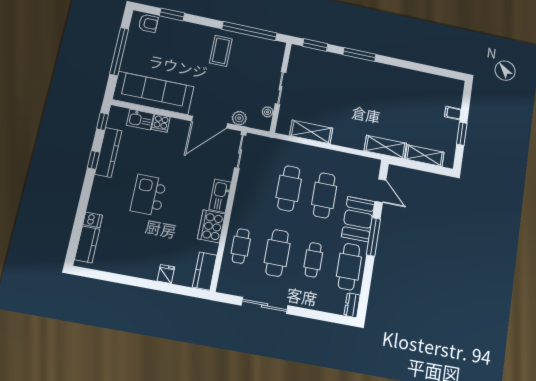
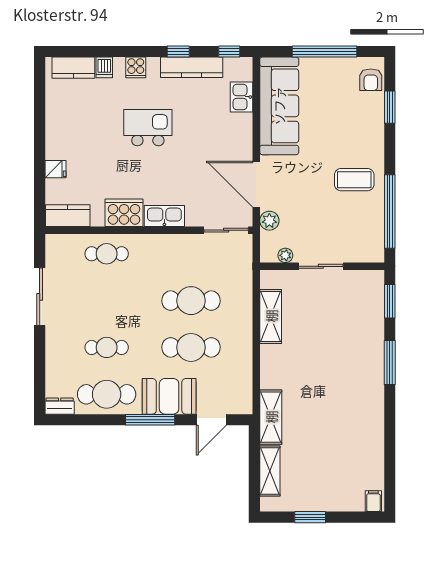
filing cabinet: (453, 113) -> (373, 501), moved
cooker: (161, 123) -> (136, 67), moved, turned -90
cafe table: (277, 253) -> (107, 301), removed

